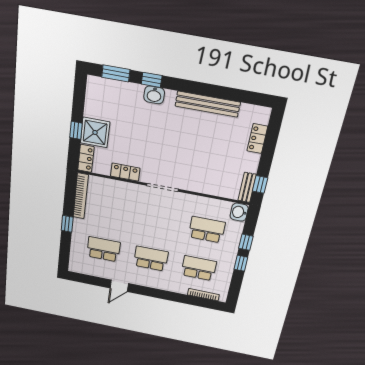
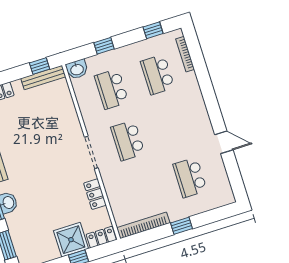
bench: (247, 187) -> (43, 77), width x1.36
school desk: (151, 259) -> (128, 140), moved
window: (241, 263) -> (153, 30), moved

